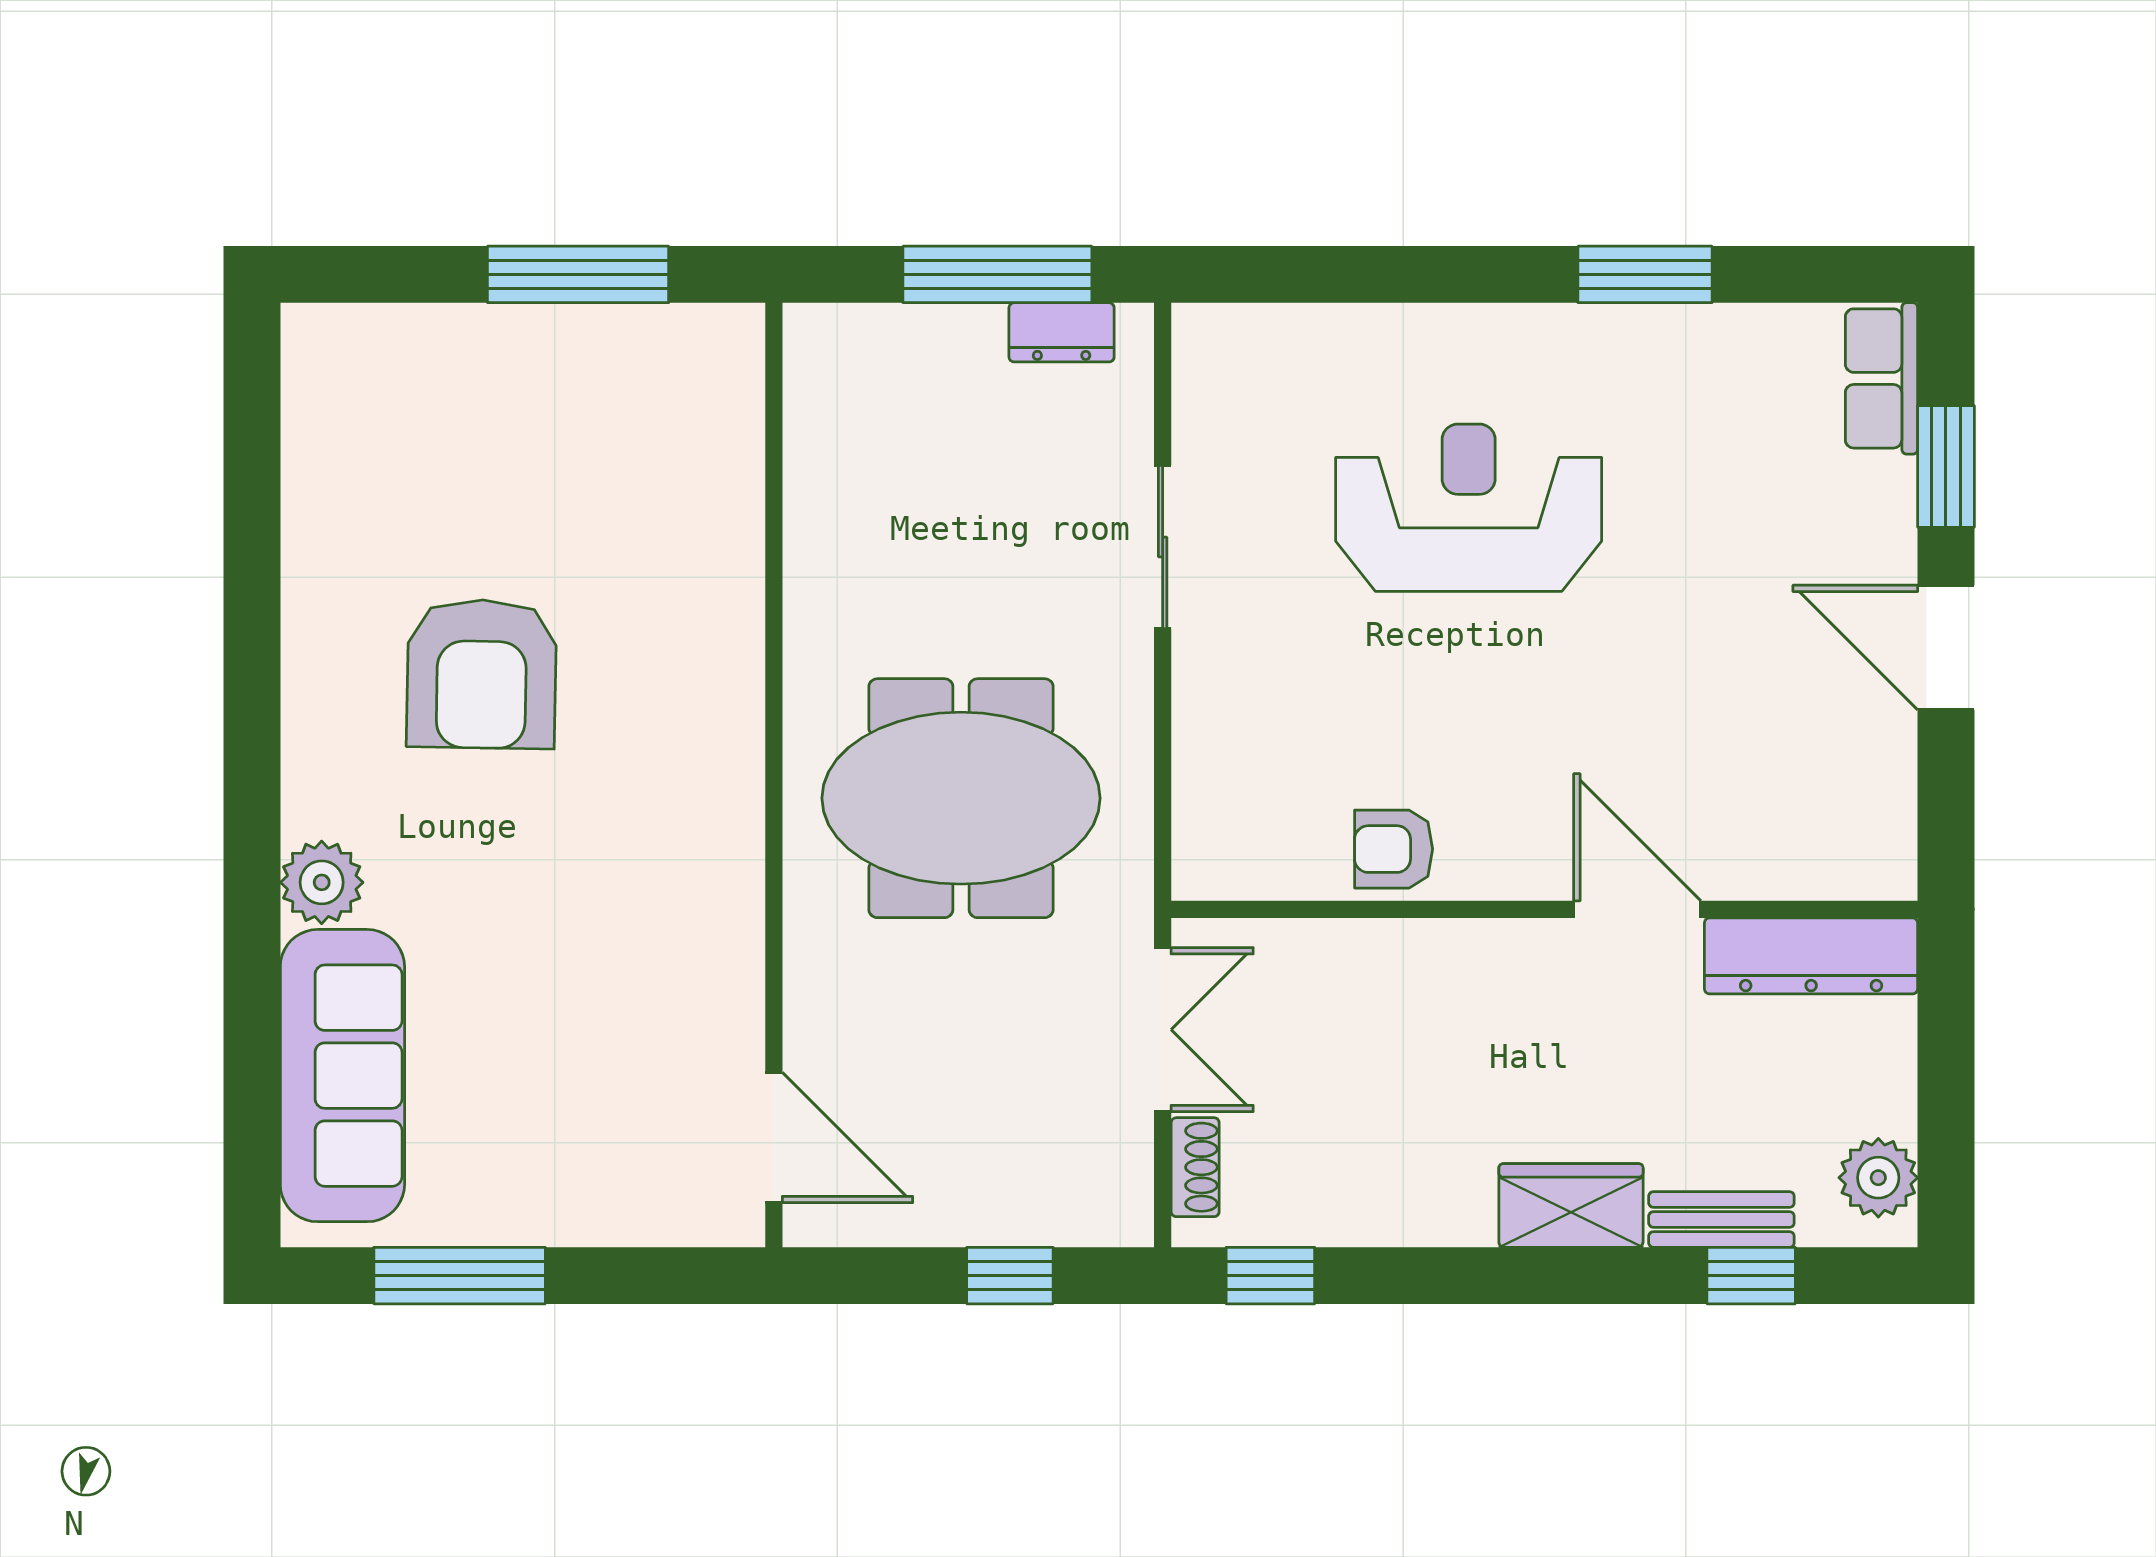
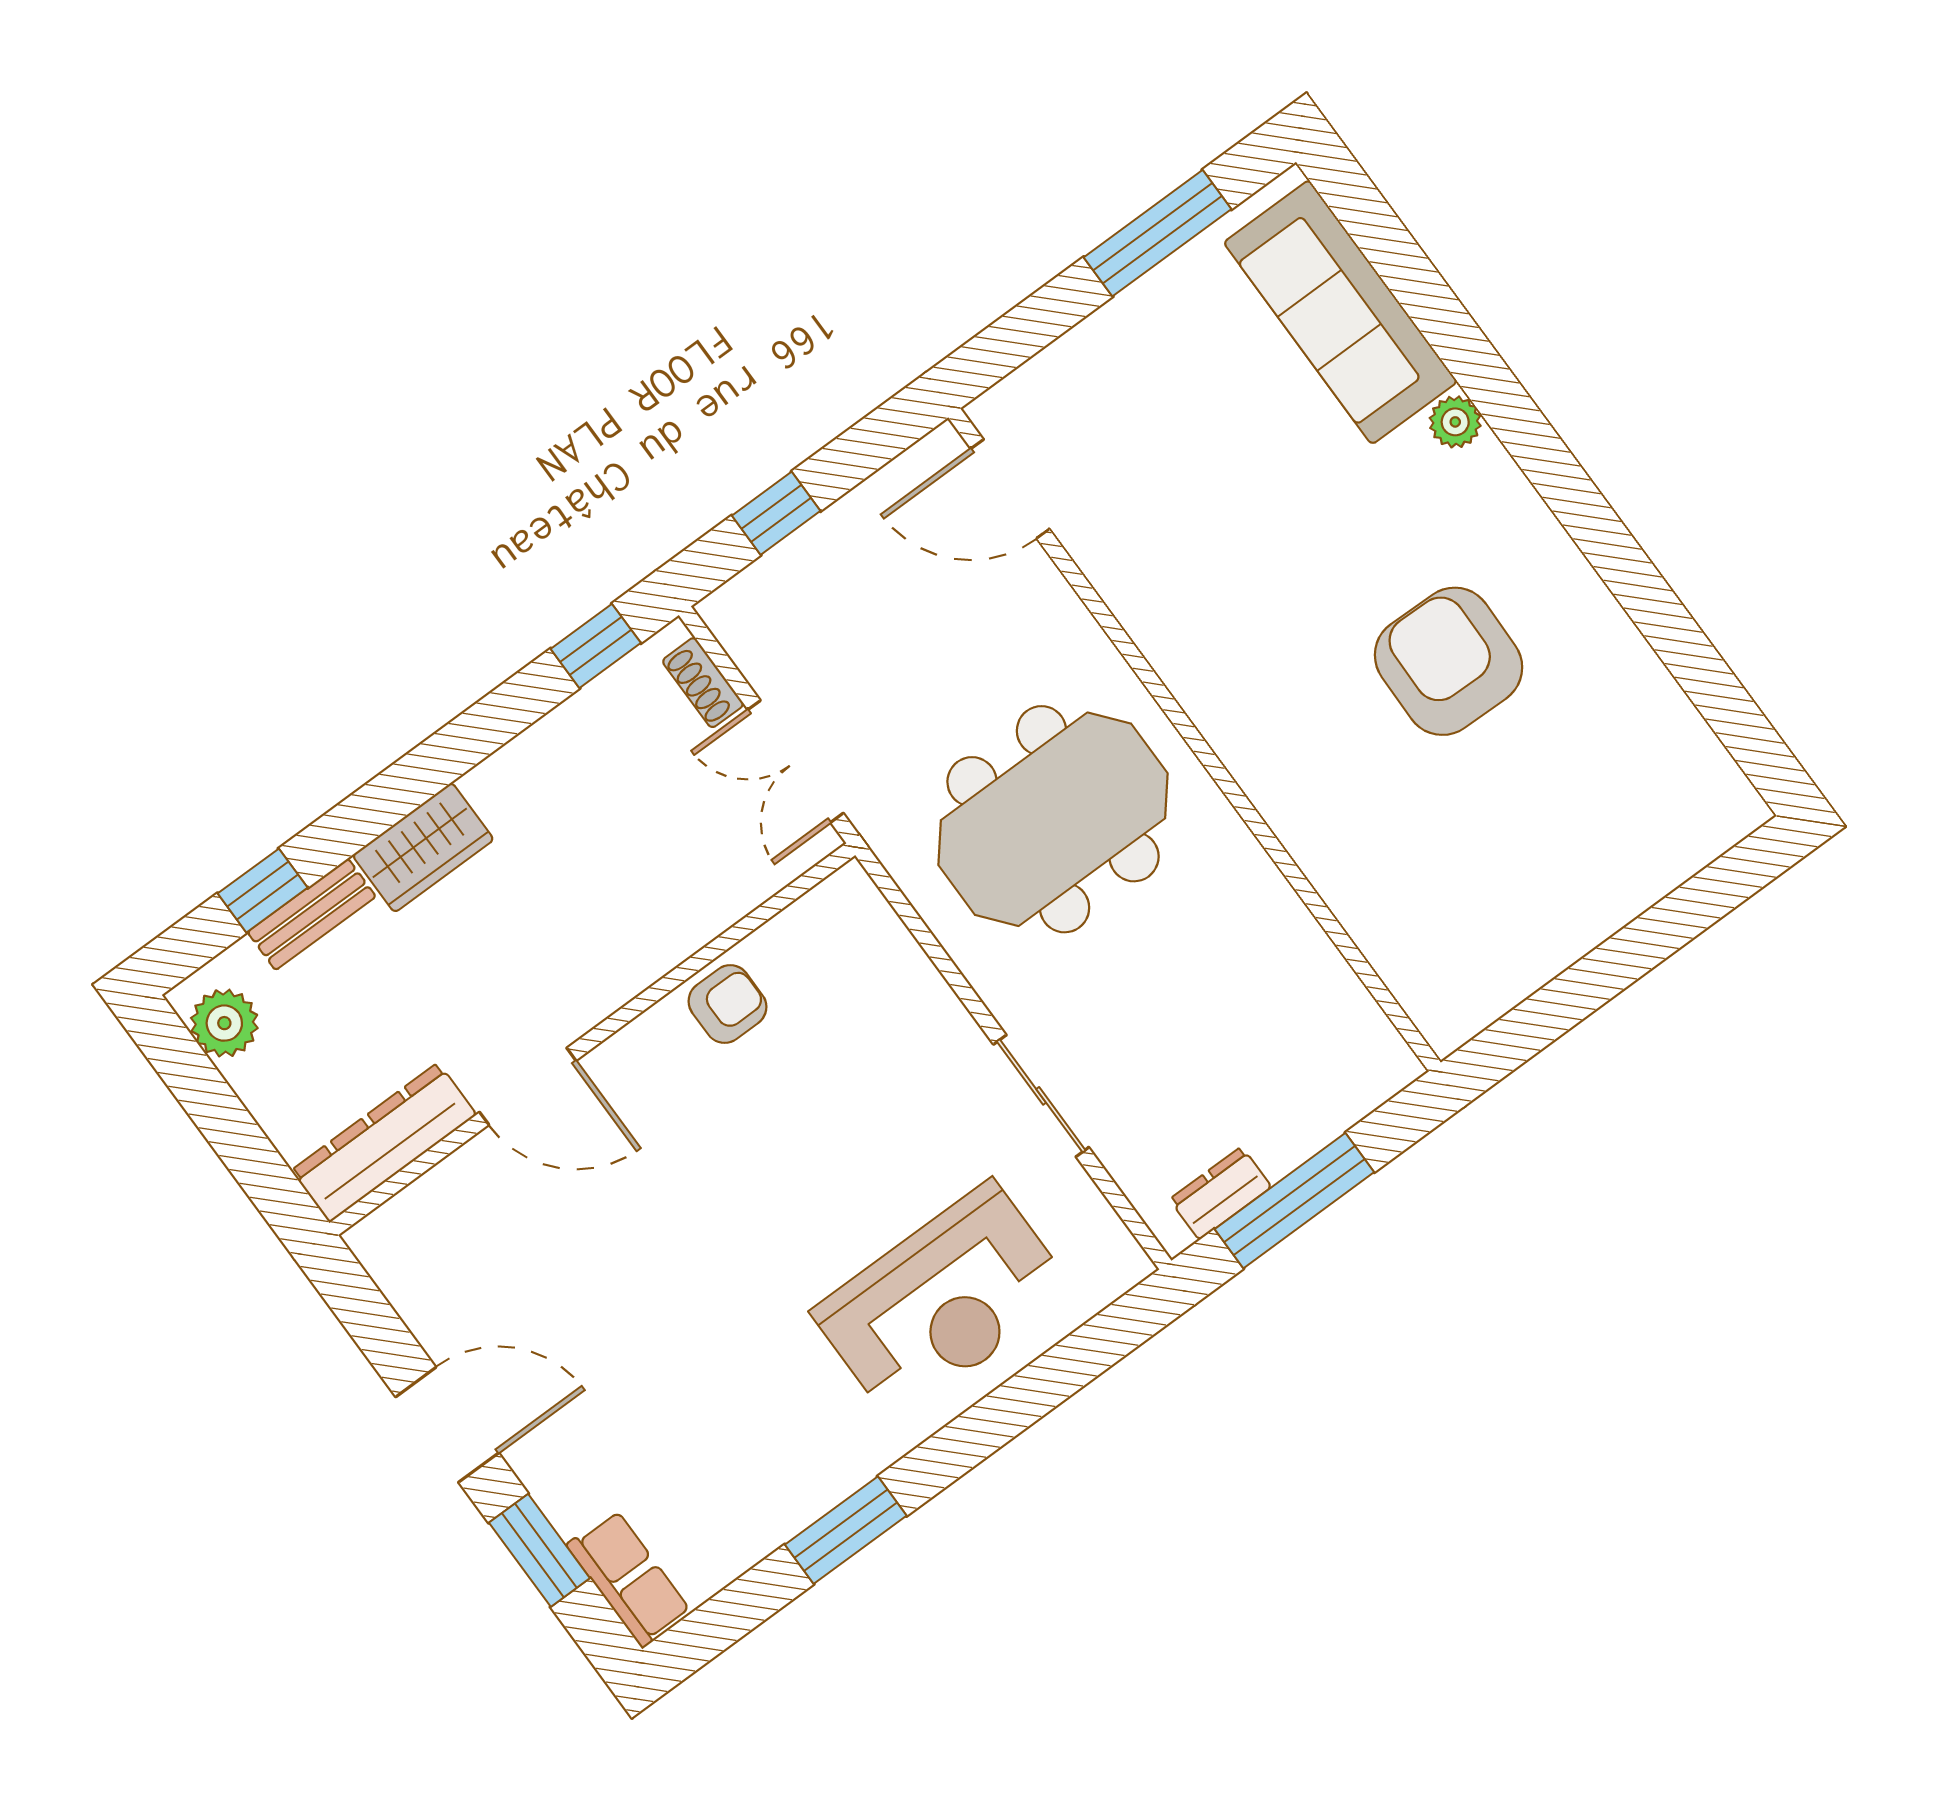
window: (578, 274) -> (1585, 987), removed
reception desk: (1469, 508) -> (943, 1302), moved
plant: (322, 882) -> (1455, 422), width x0.73, depth x0.73

